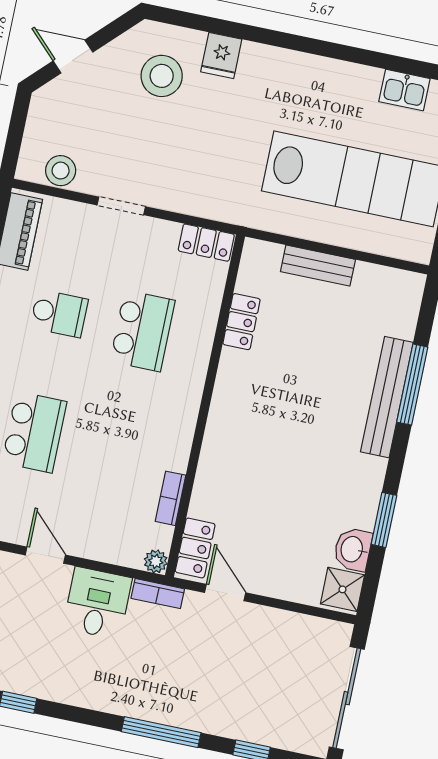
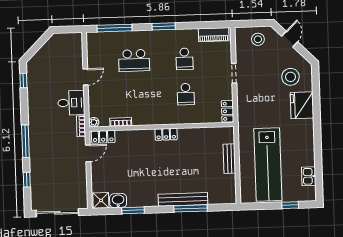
fridge: (221, 56) -> (302, 105), width x1.88, depth x1.34
stool: (61, 171) -> (258, 39), moved
locker: (241, 322) -> (166, 134), moved
school desk: (142, 331) -> (186, 94), width x0.54

